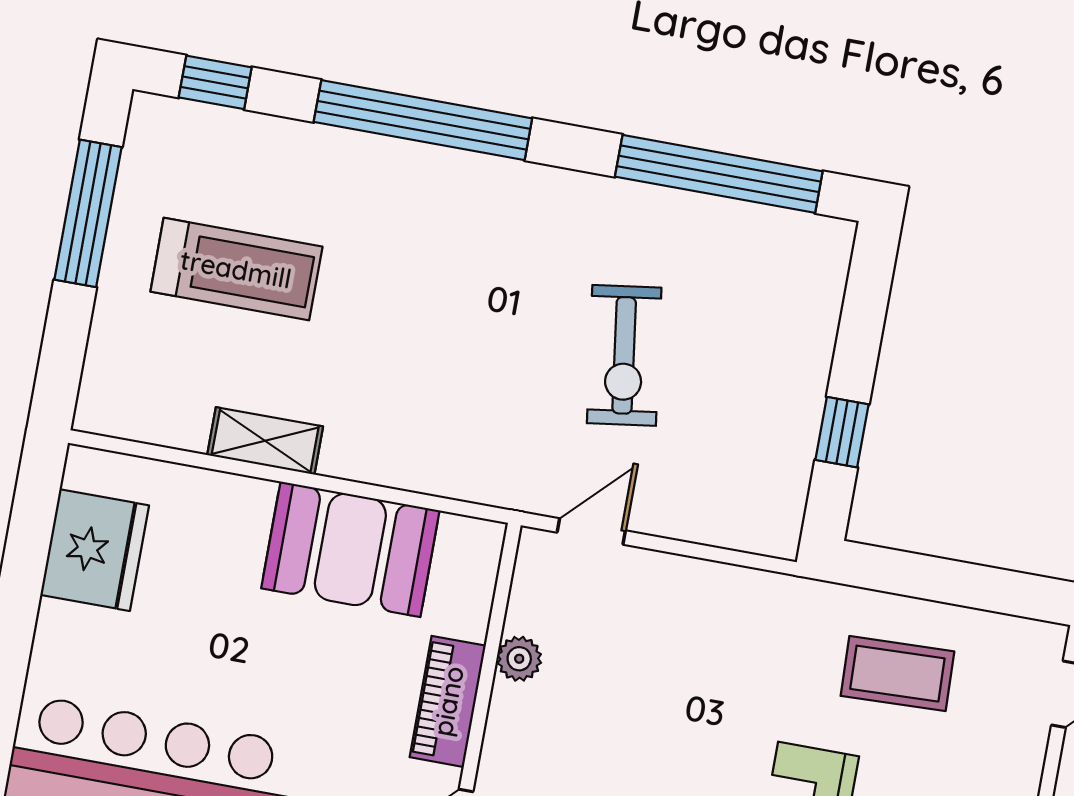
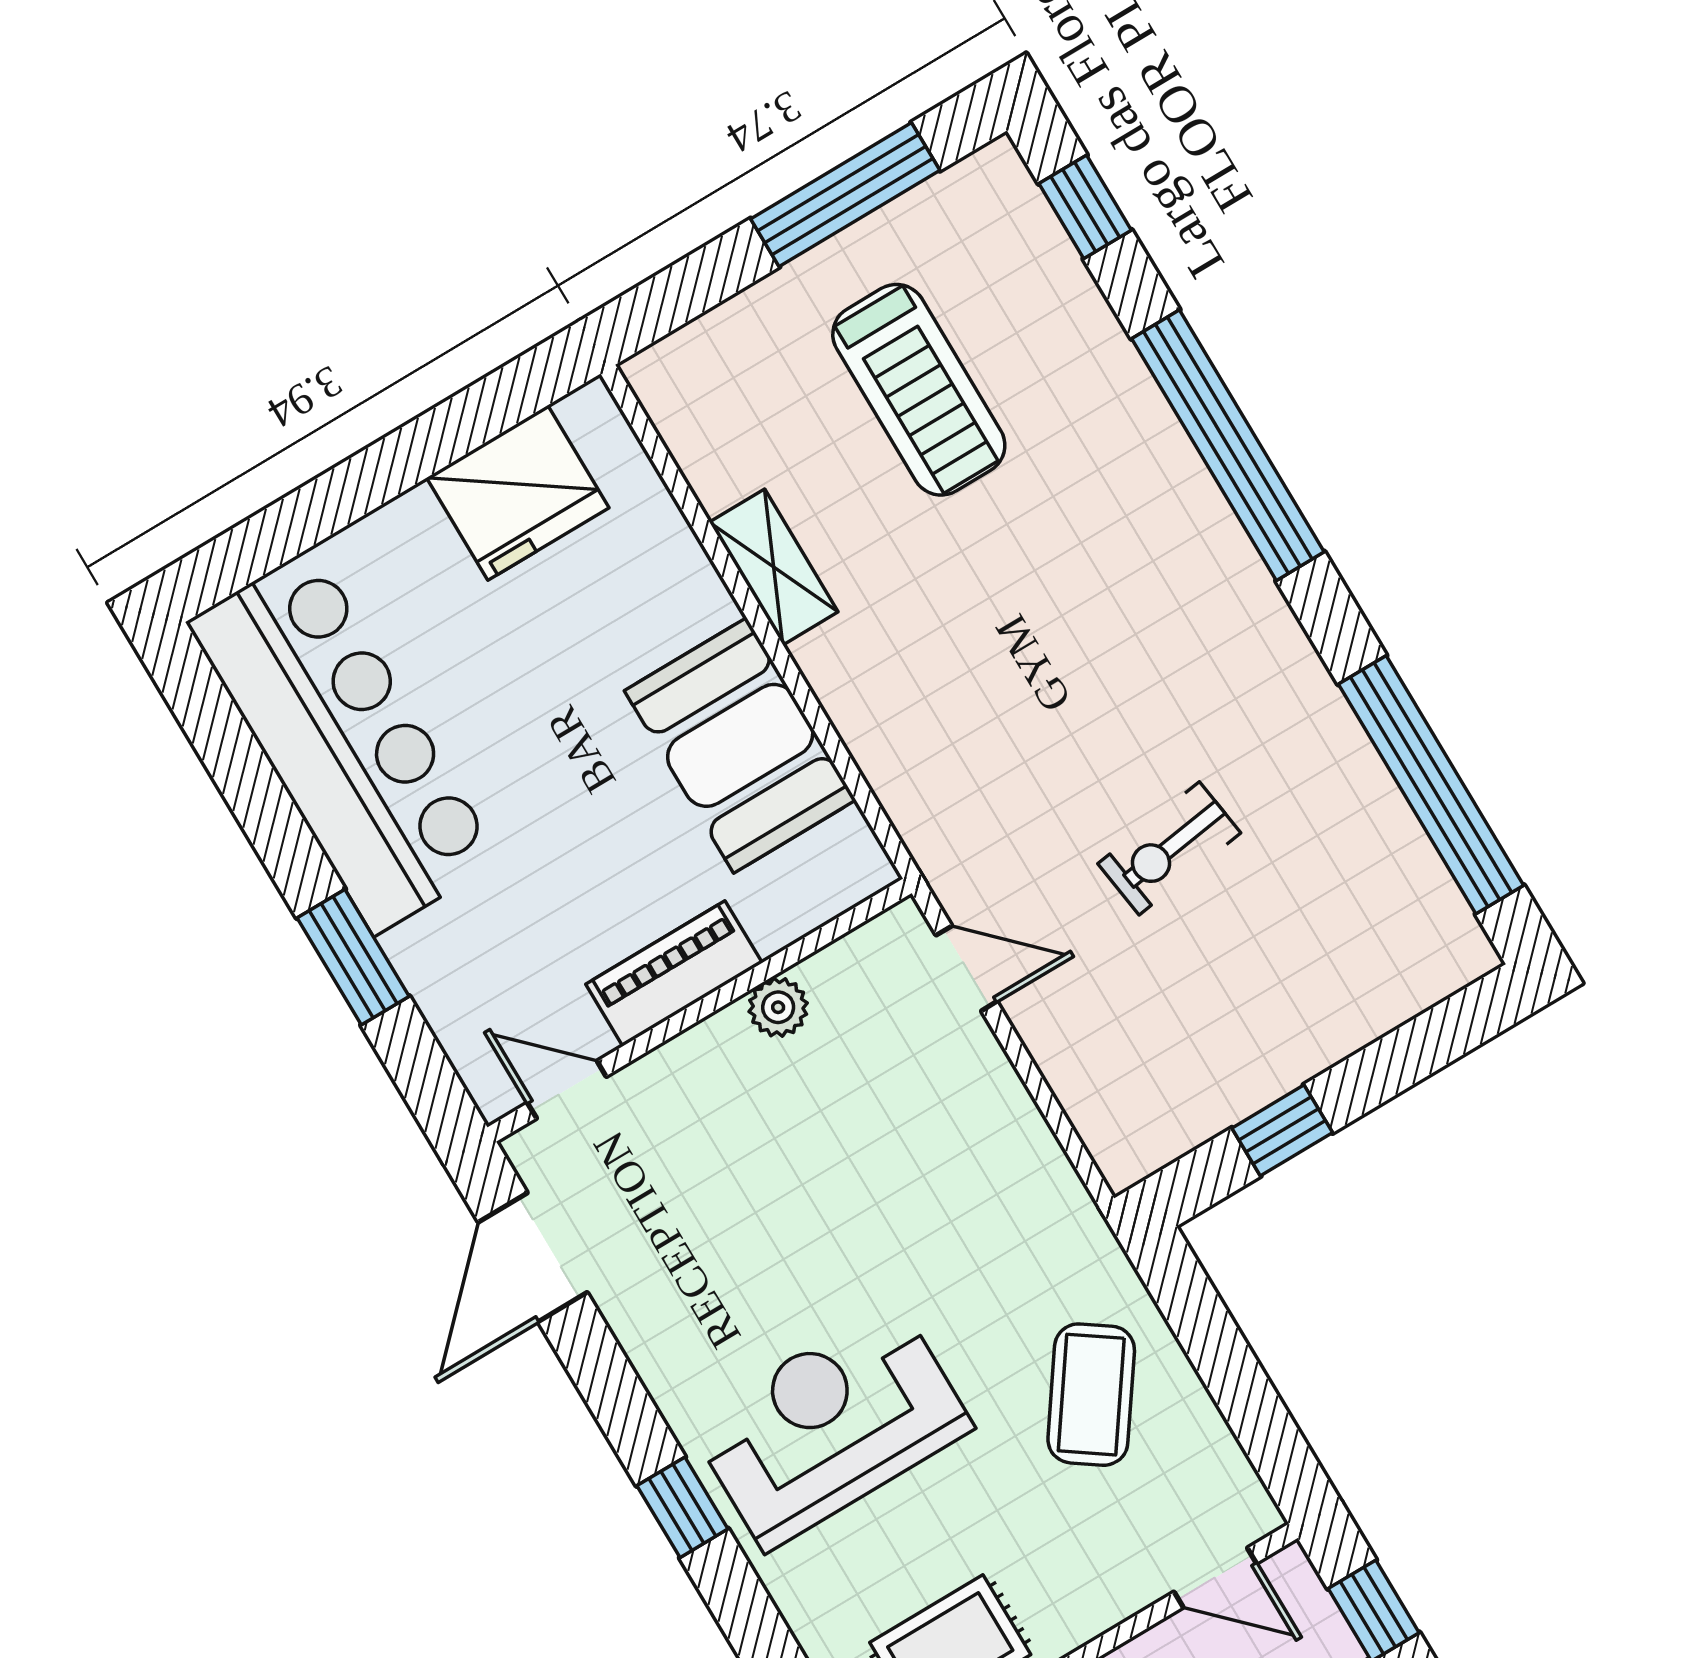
exercise bike: (624, 355) -> (1169, 848), width x0.73, depth x0.72
coffee table: (897, 674) -> (1091, 1395), turned 37

